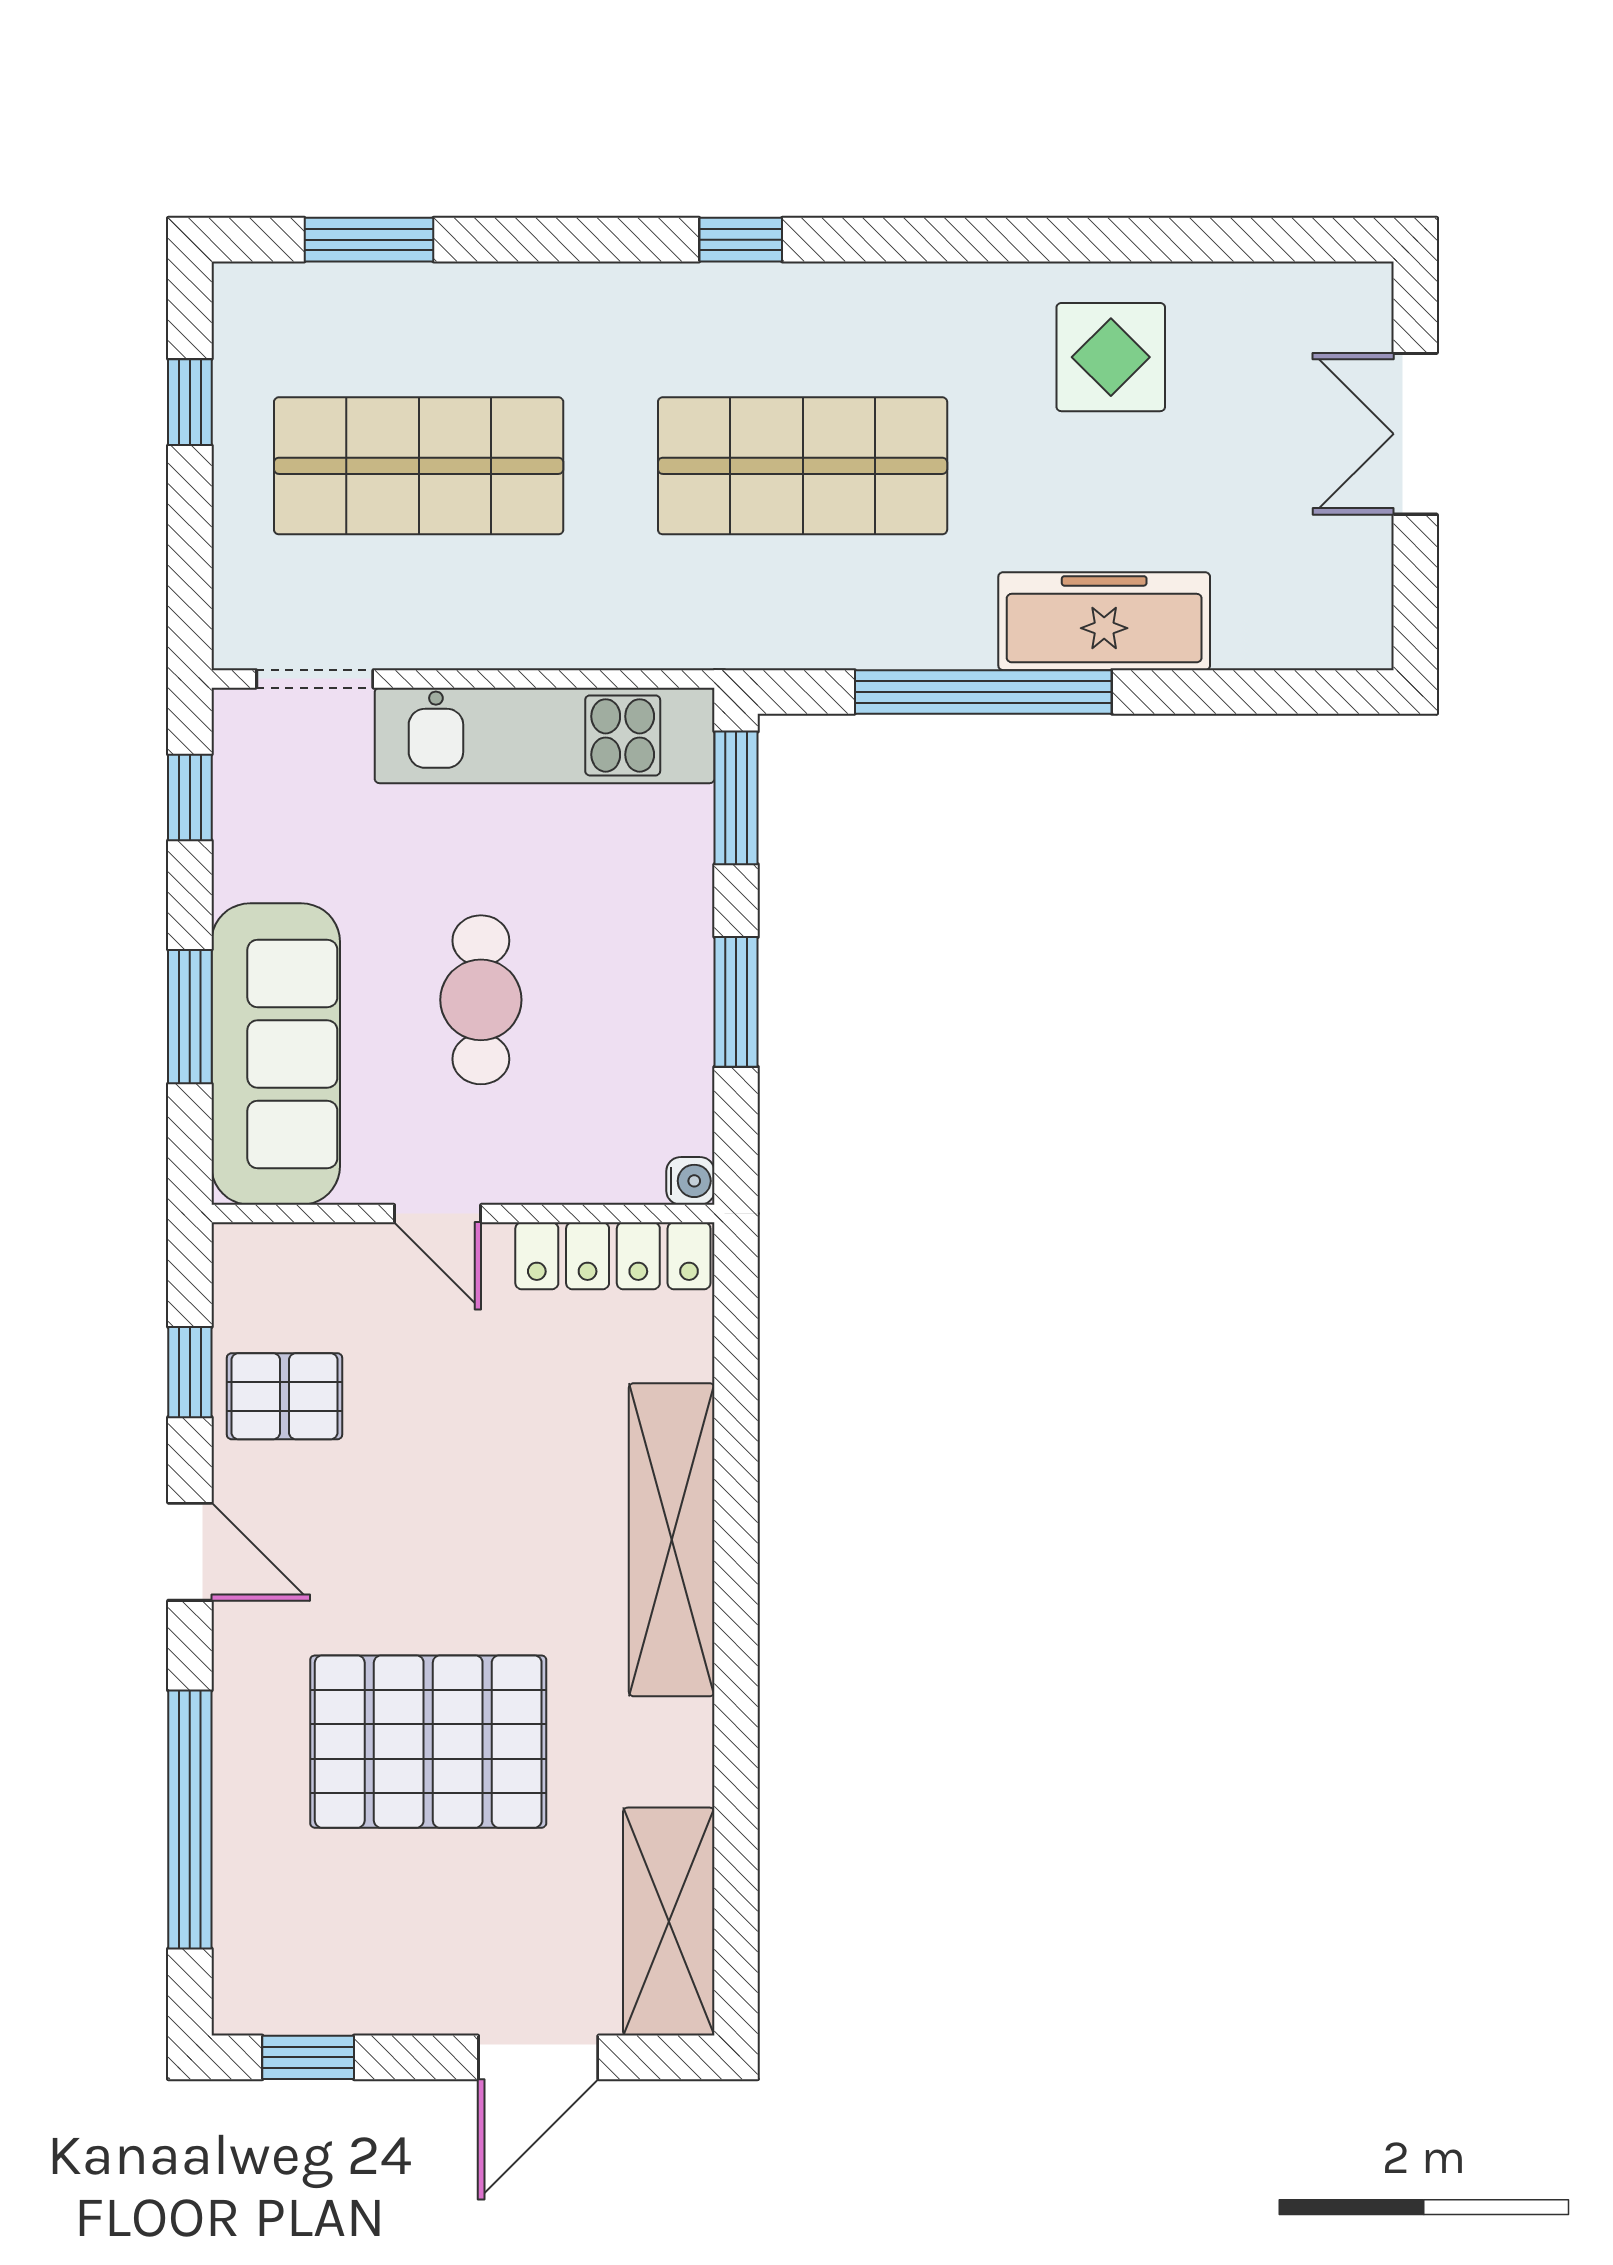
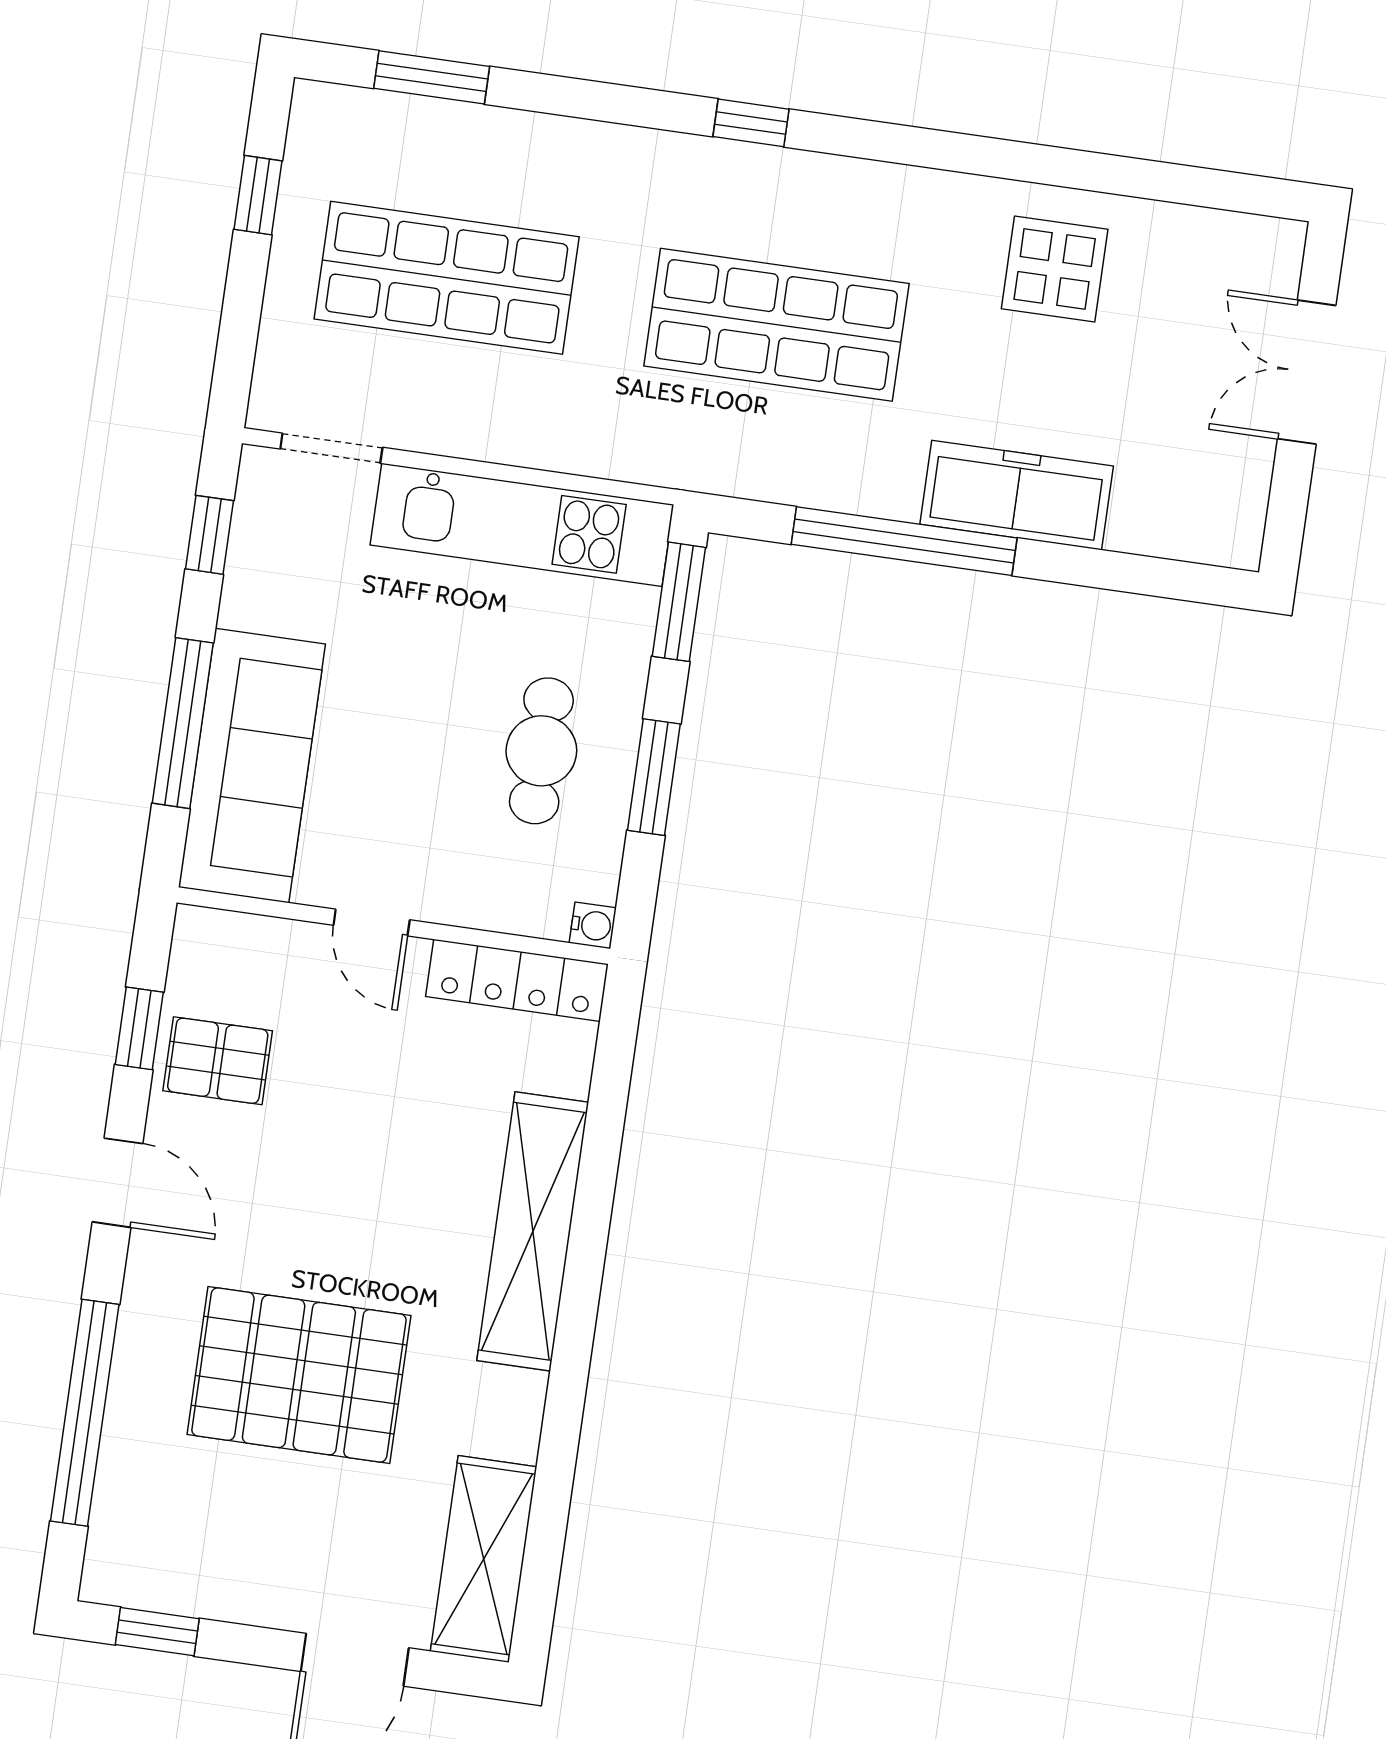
cafe table: (481, 1000) -> (541, 751), moved
window: (190, 1017) -> (183, 723), width x1.44

